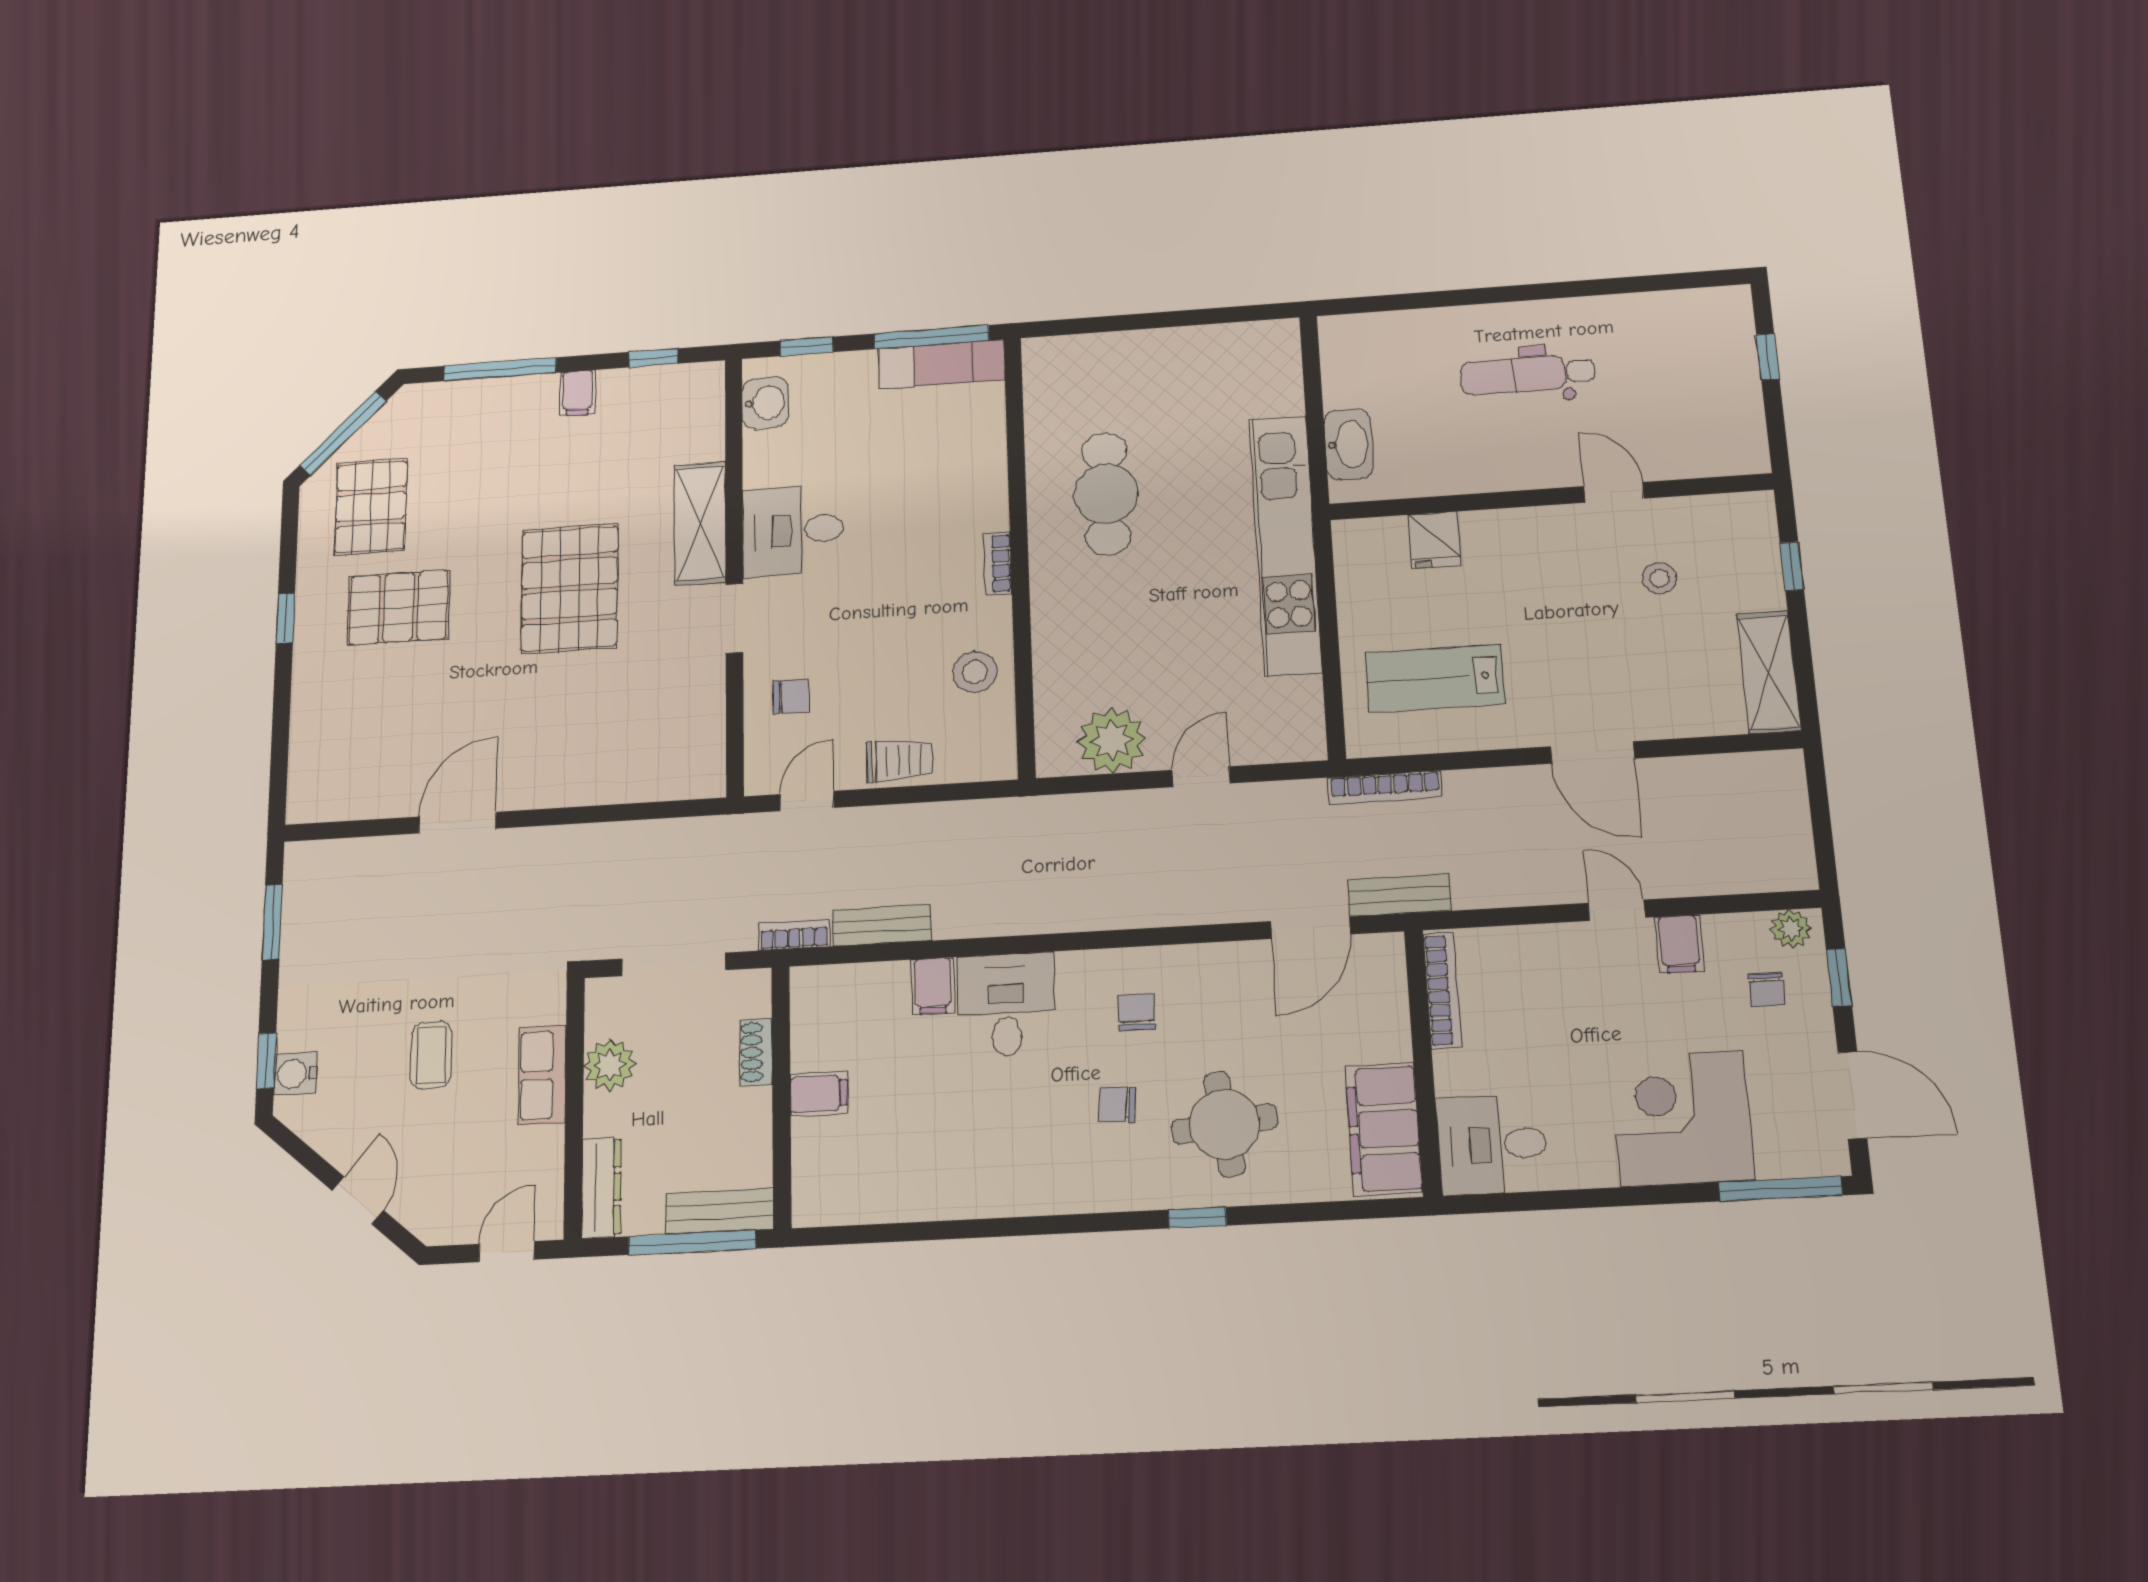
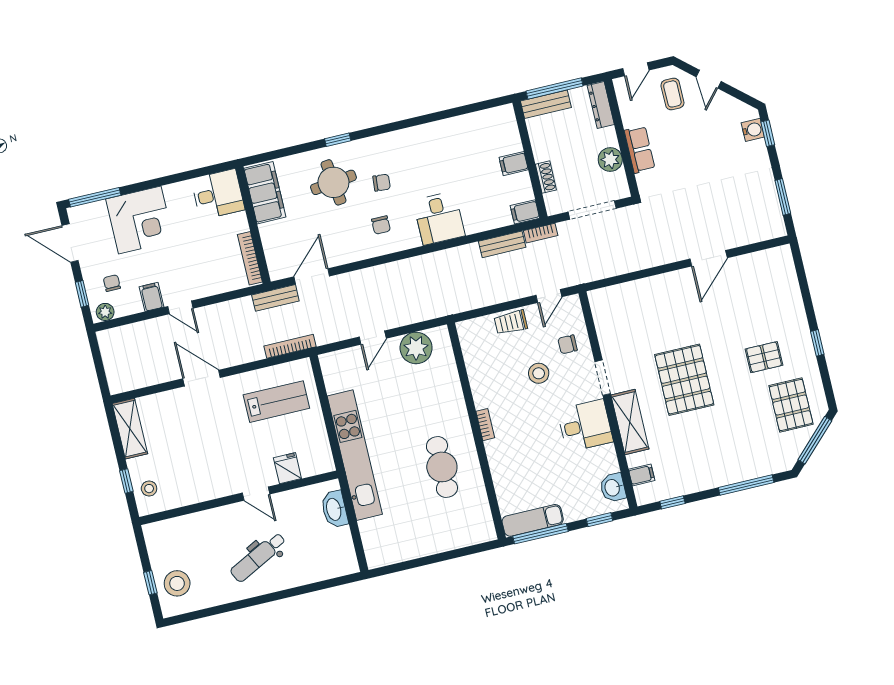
stool: (1710, 348) -> (177, 583), added
dental chair: (1527, 374) -> (258, 557), turned 153
filing cabinet: (577, 393) -> (642, 475), moved, turned 90
door: (1614, 492) -> (256, 494), moved
stool: (1659, 578) -> (149, 489), moved
pallet: (399, 607) -> (764, 357), width x0.67, depth x0.71
stool: (975, 672) -> (539, 373), moved
filing cabinet: (933, 986) -> (525, 212), moved, turned -90
coffee table: (431, 1055) -> (672, 94), moved

